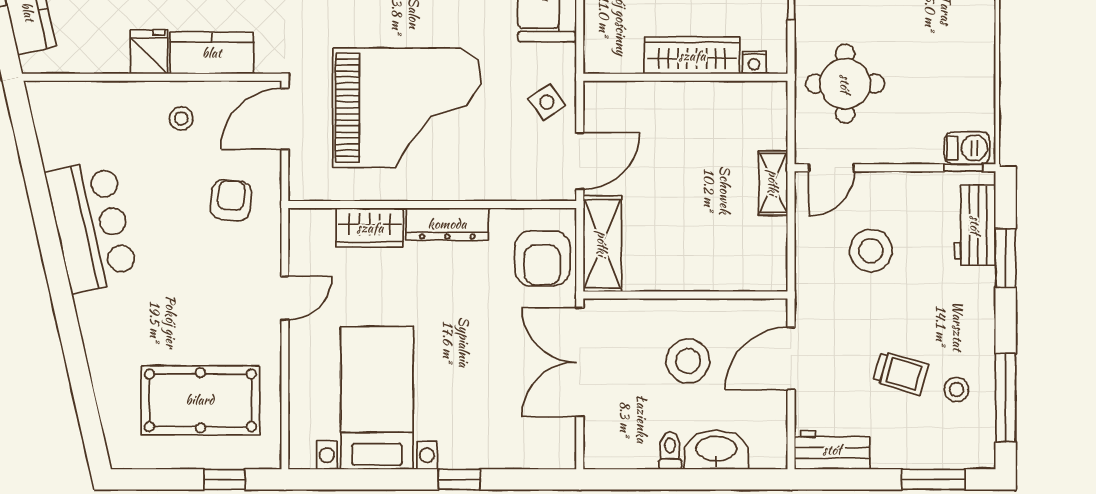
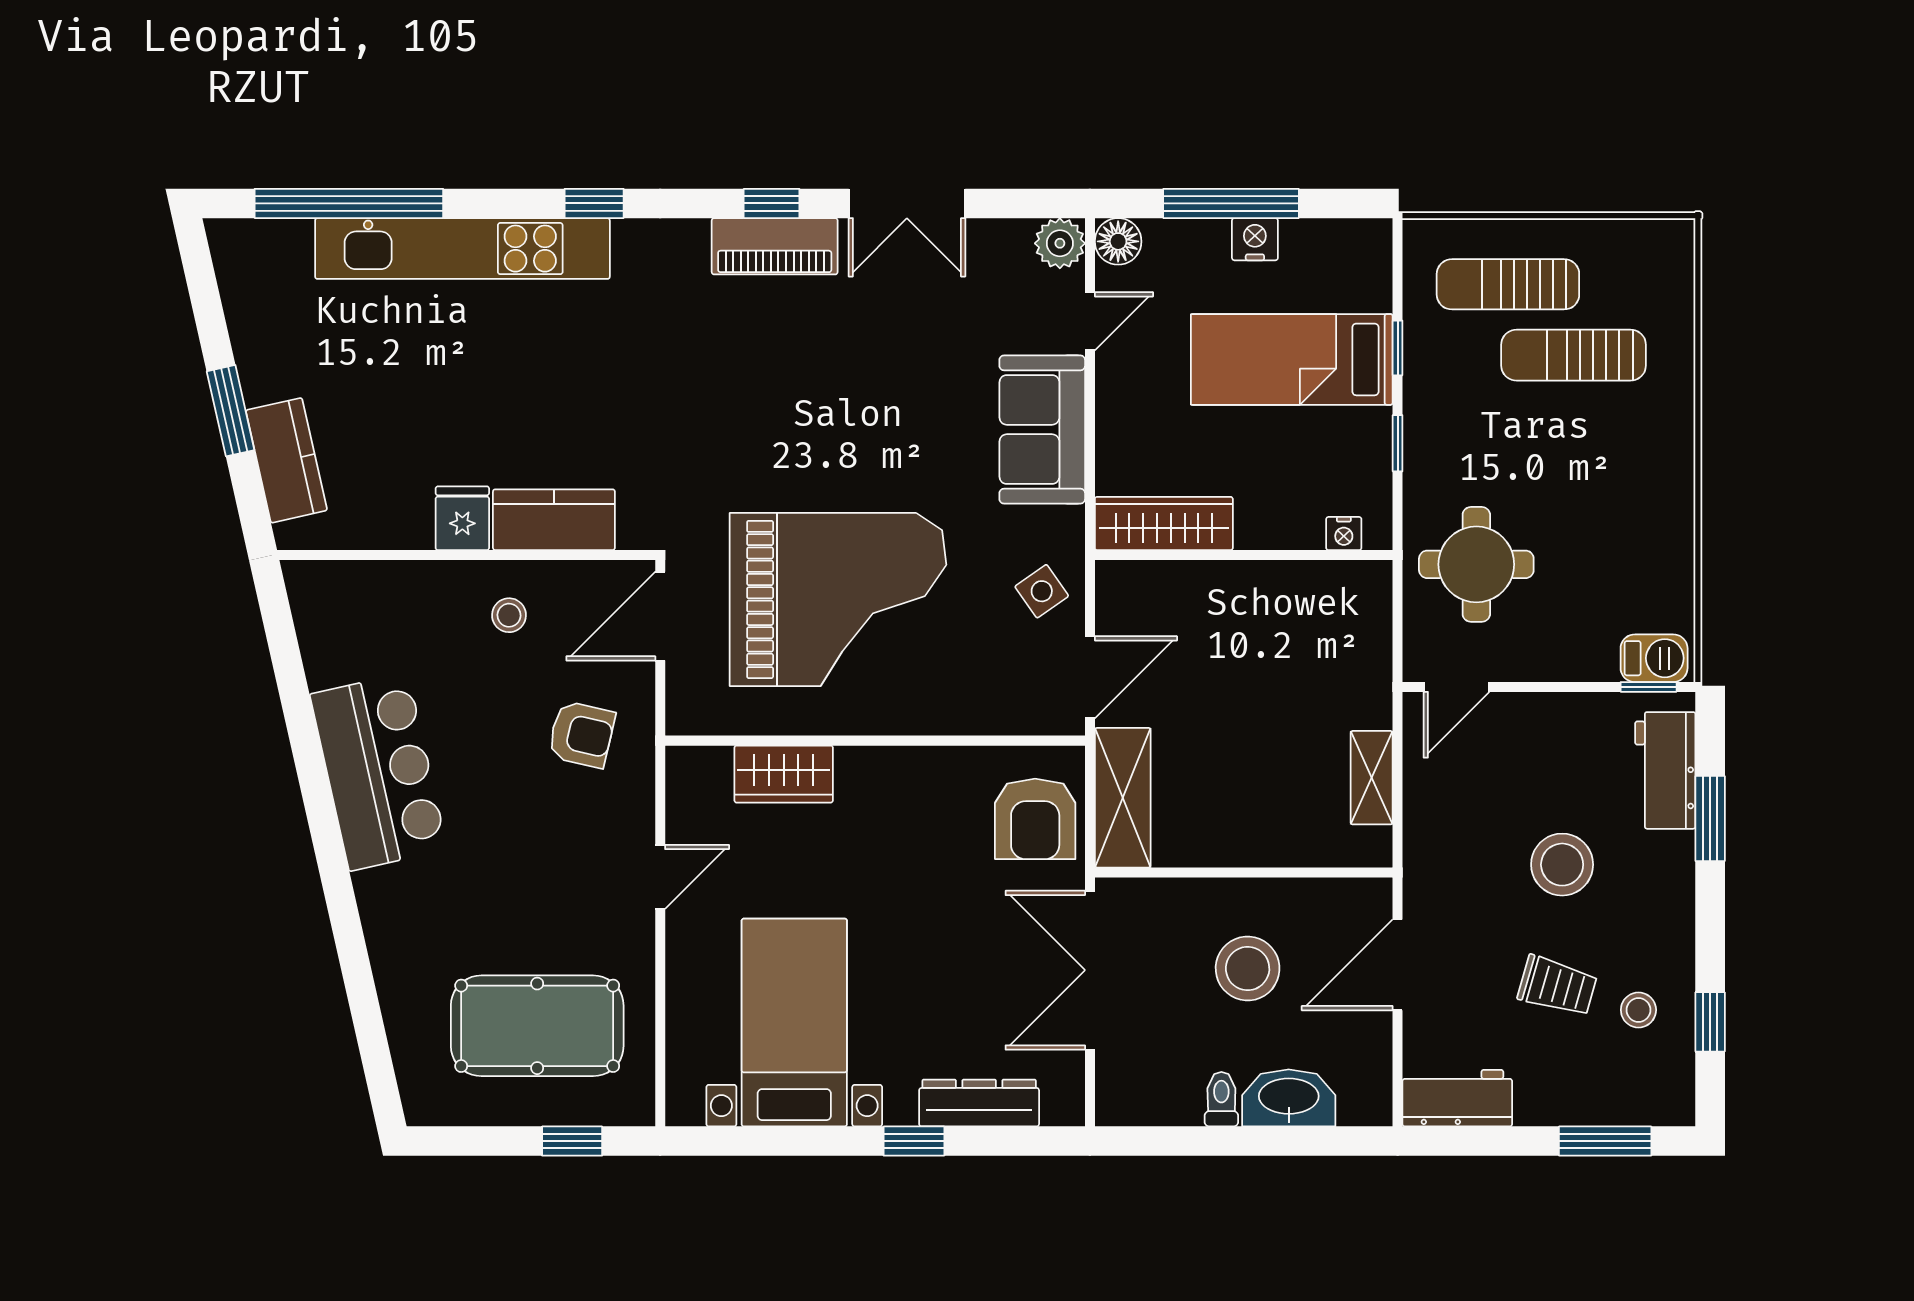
wardrobe: (692, 56) -> (1164, 523), moved
shelving: (773, 183) -> (1372, 778), moved
armchair: (231, 200) -> (581, 734), turned 97
dresser: (447, 224) -> (979, 1103), moved, turned 180
stool: (871, 251) -> (1562, 865), moved
window: (1006, 398) -> (1710, 1022), width x0.46

